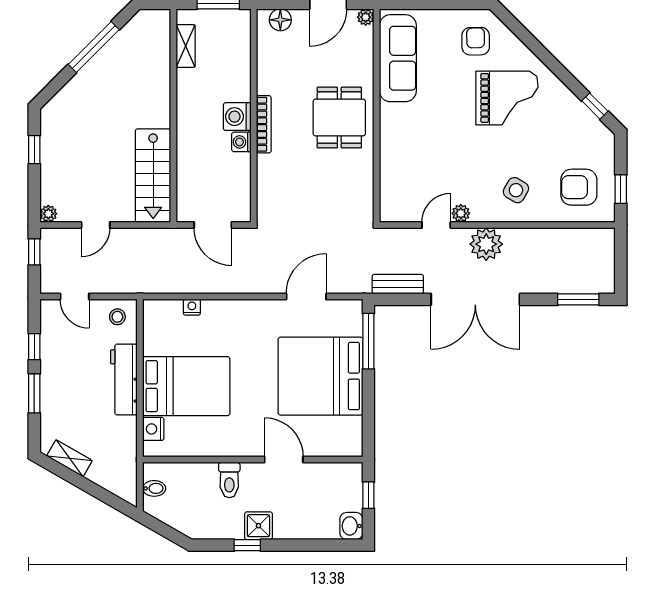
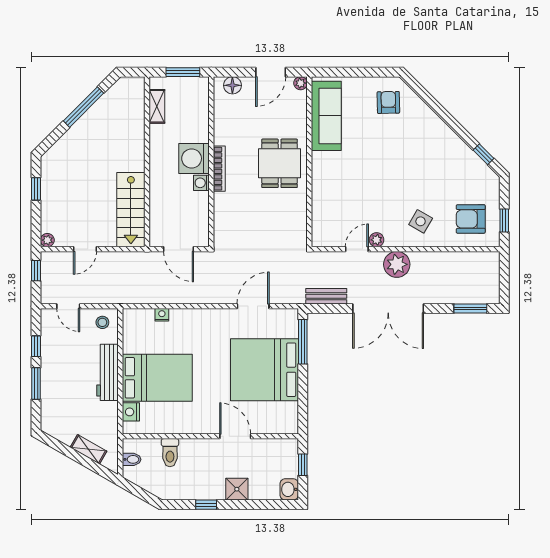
grand piano: (507, 98) -> (413, 148), removed
washing machine: (237, 117) -> (194, 158), width x1.37, depth x1.37
shelving: (69, 458) -> (88, 449), moved
toilet: (229, 480) -> (170, 453), moved
shower: (259, 526) -> (237, 489), moved

